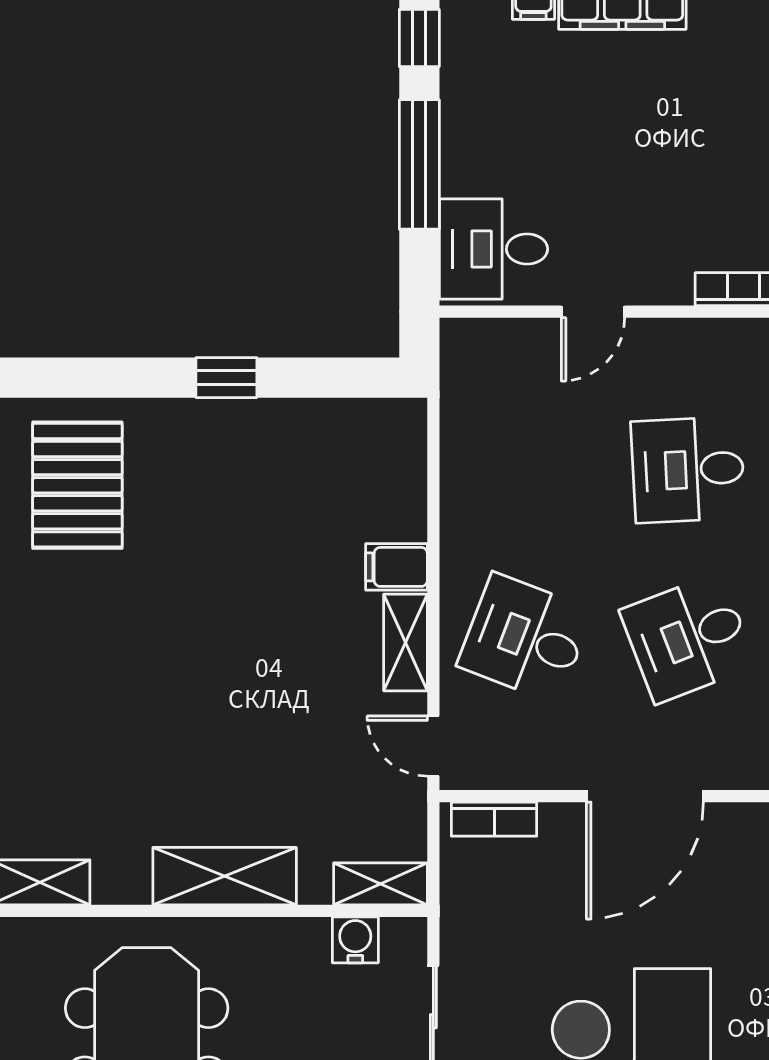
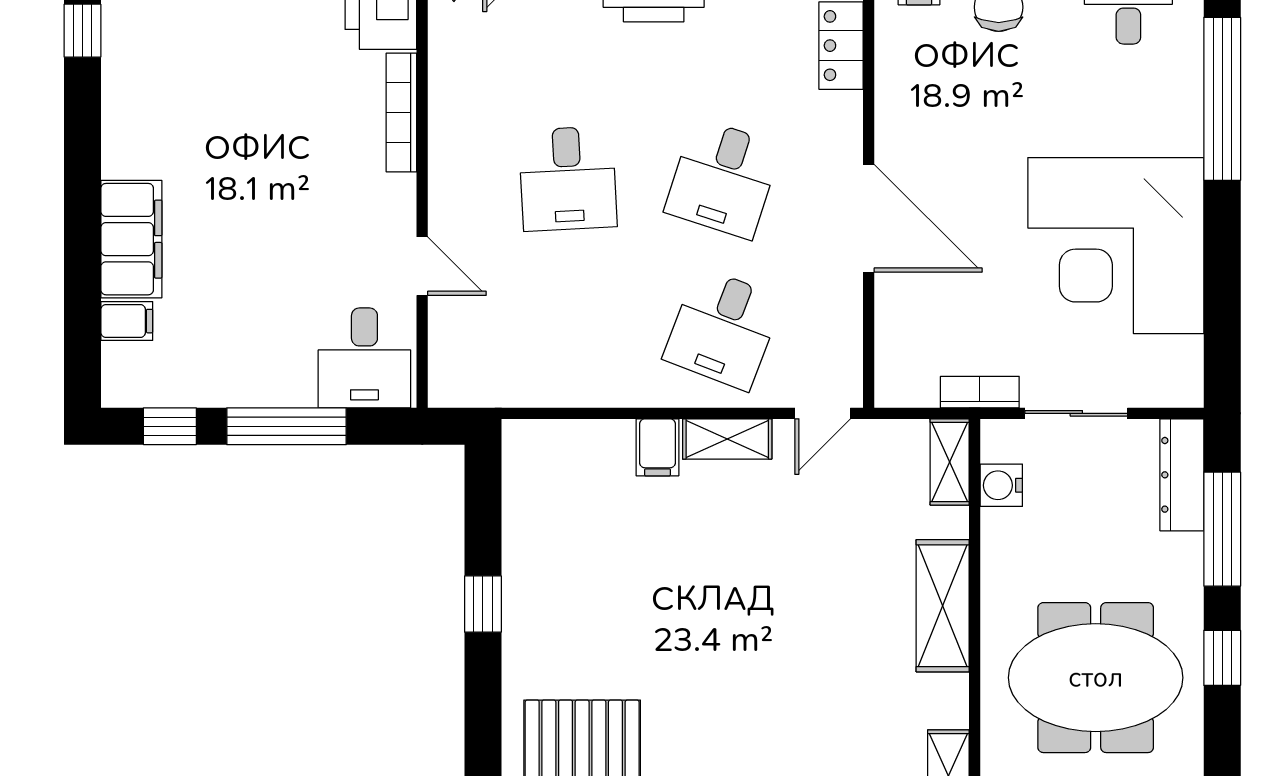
desk: (688, 638) -> (723, 179), turned 39
bookcase: (494, 819) -> (980, 392), moved, turned -90

